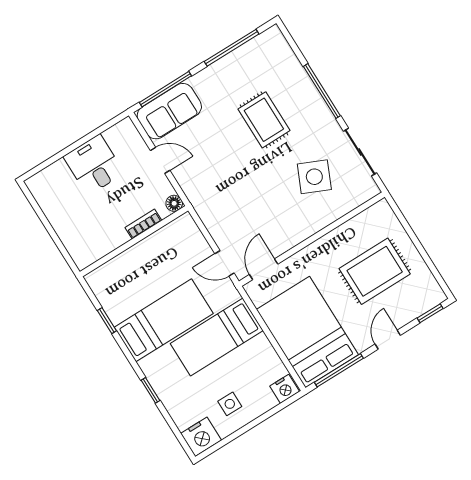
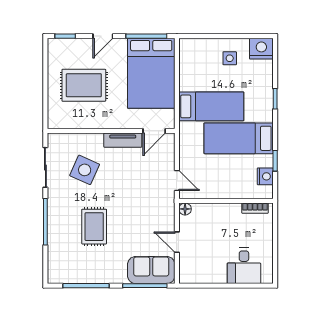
desk: (94, 165) -> (244, 266), moved
bookcase: (143, 224) -> (255, 208), moved
tv unit: (292, 237) -> (123, 140), added
door: (224, 263) -> (177, 181), moved
nightstand: (285, 389) -> (265, 176), moved, turned 90

